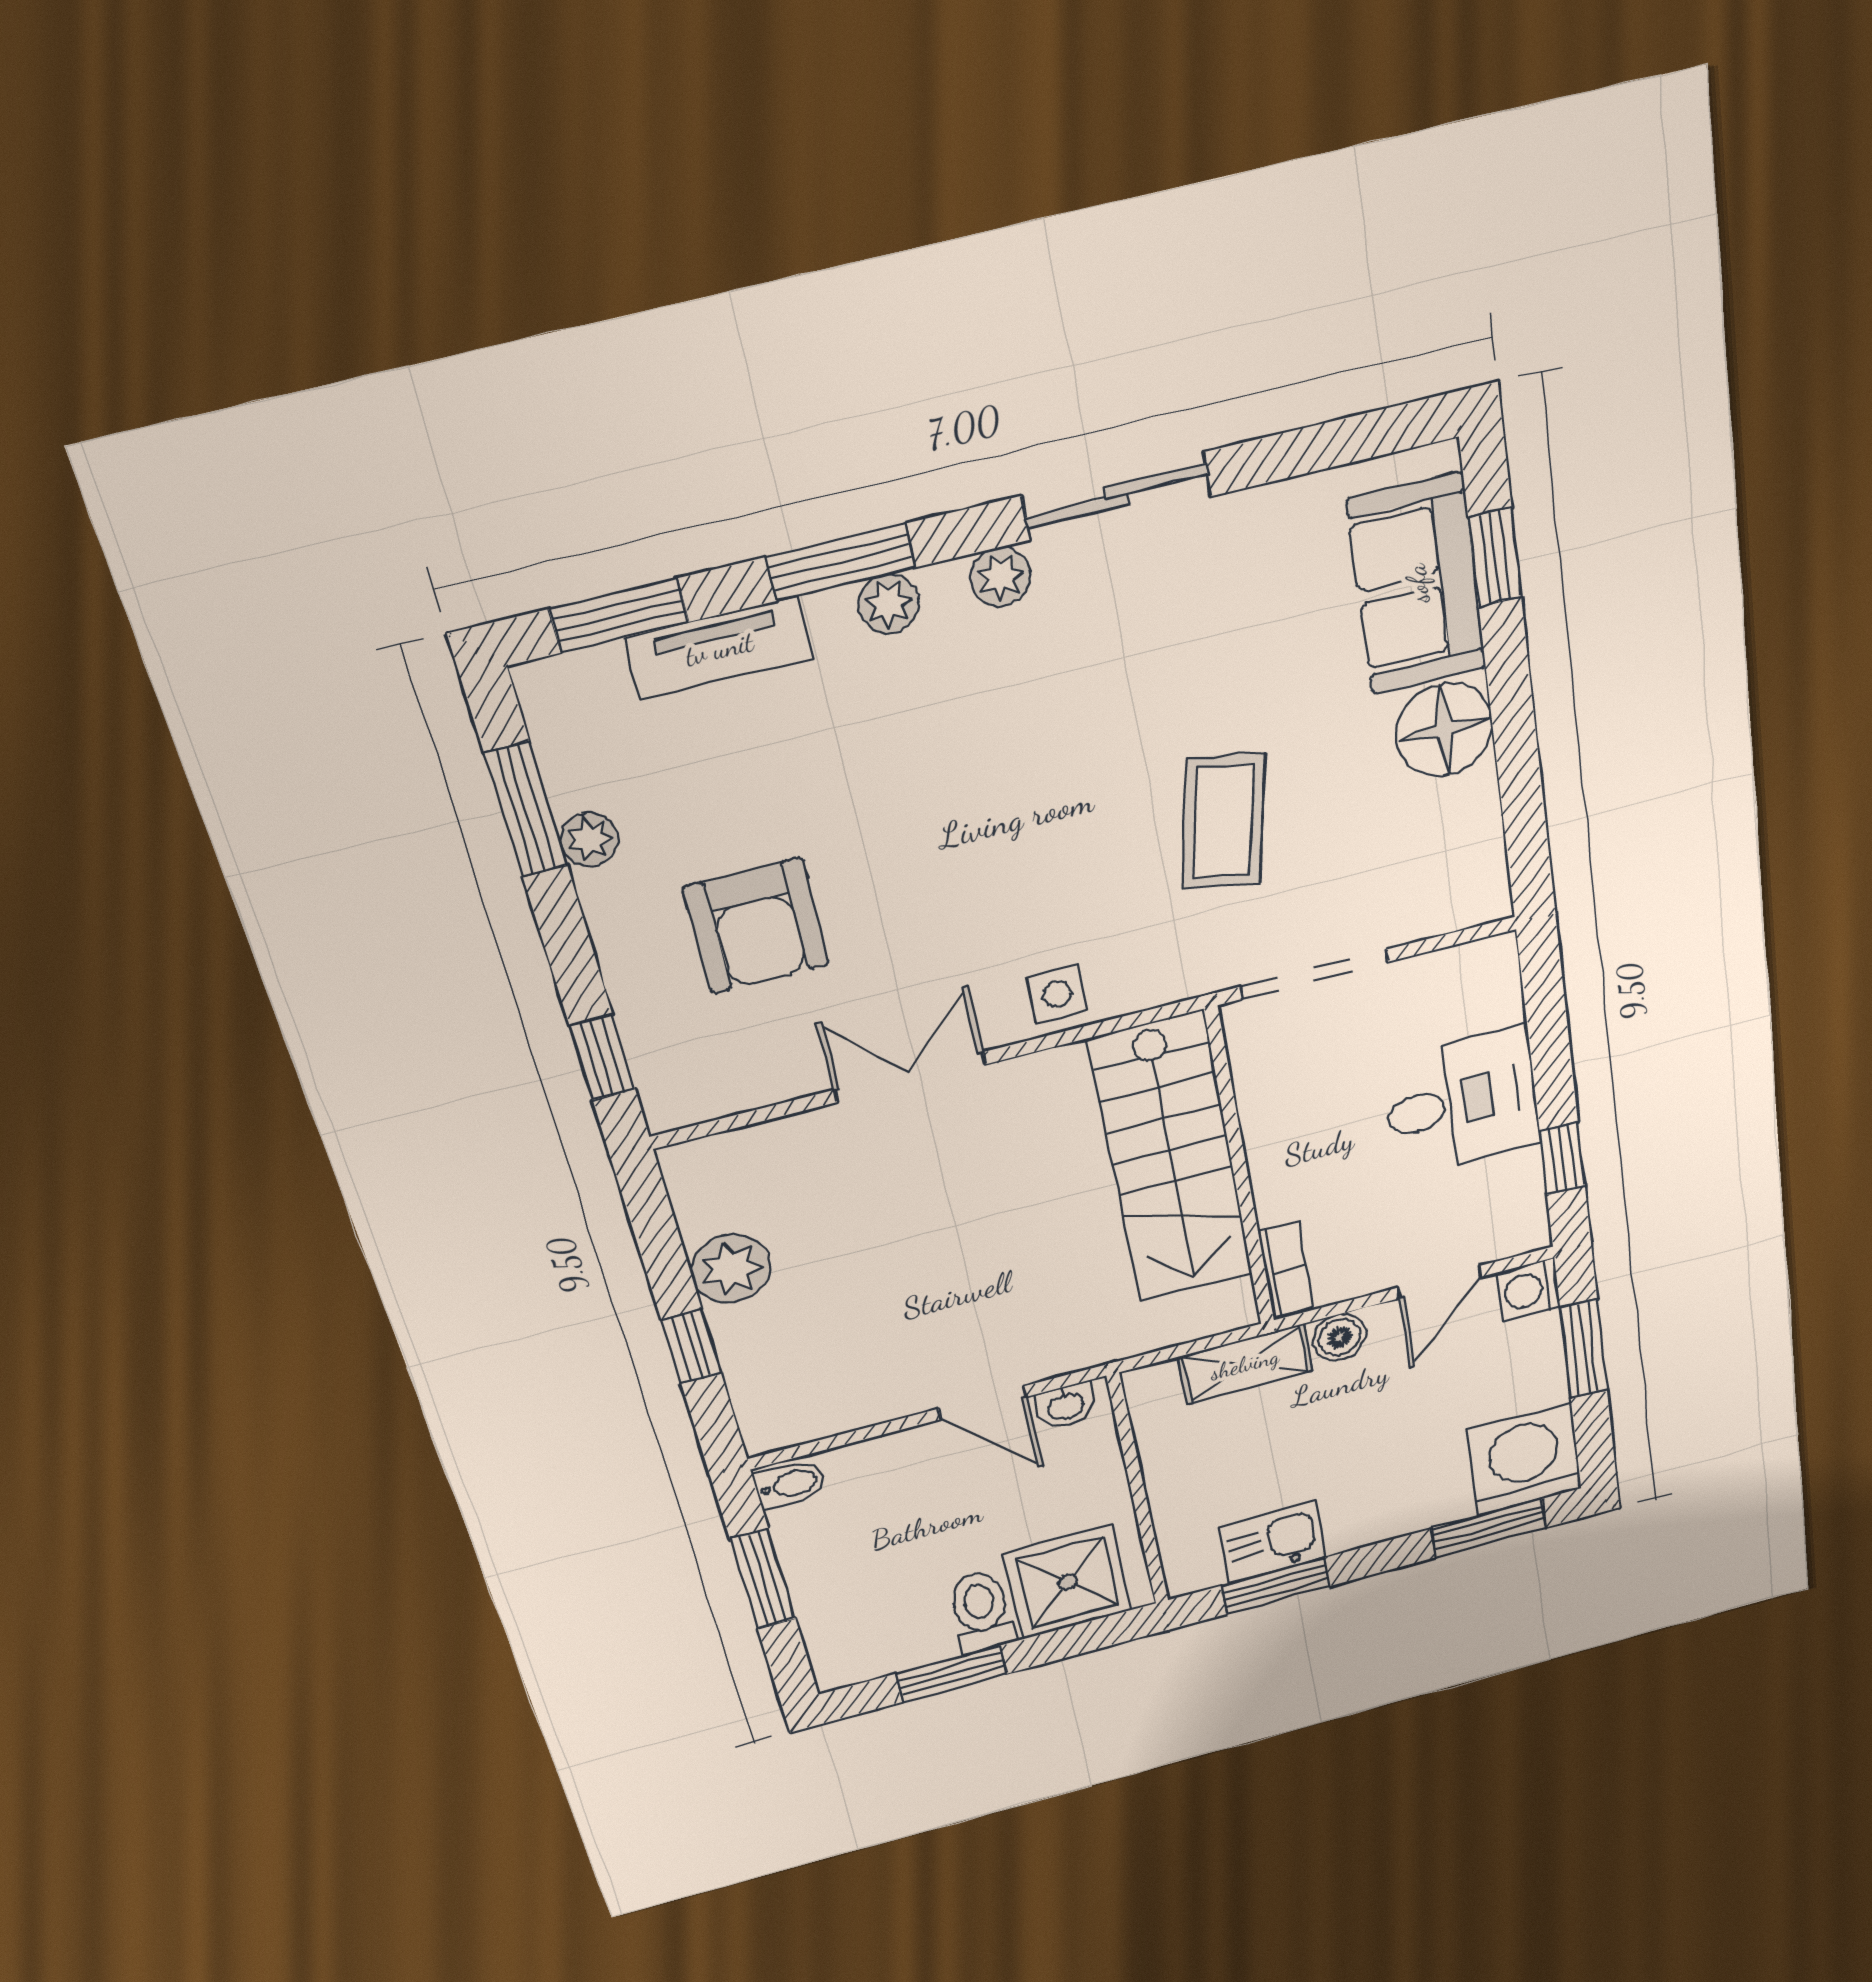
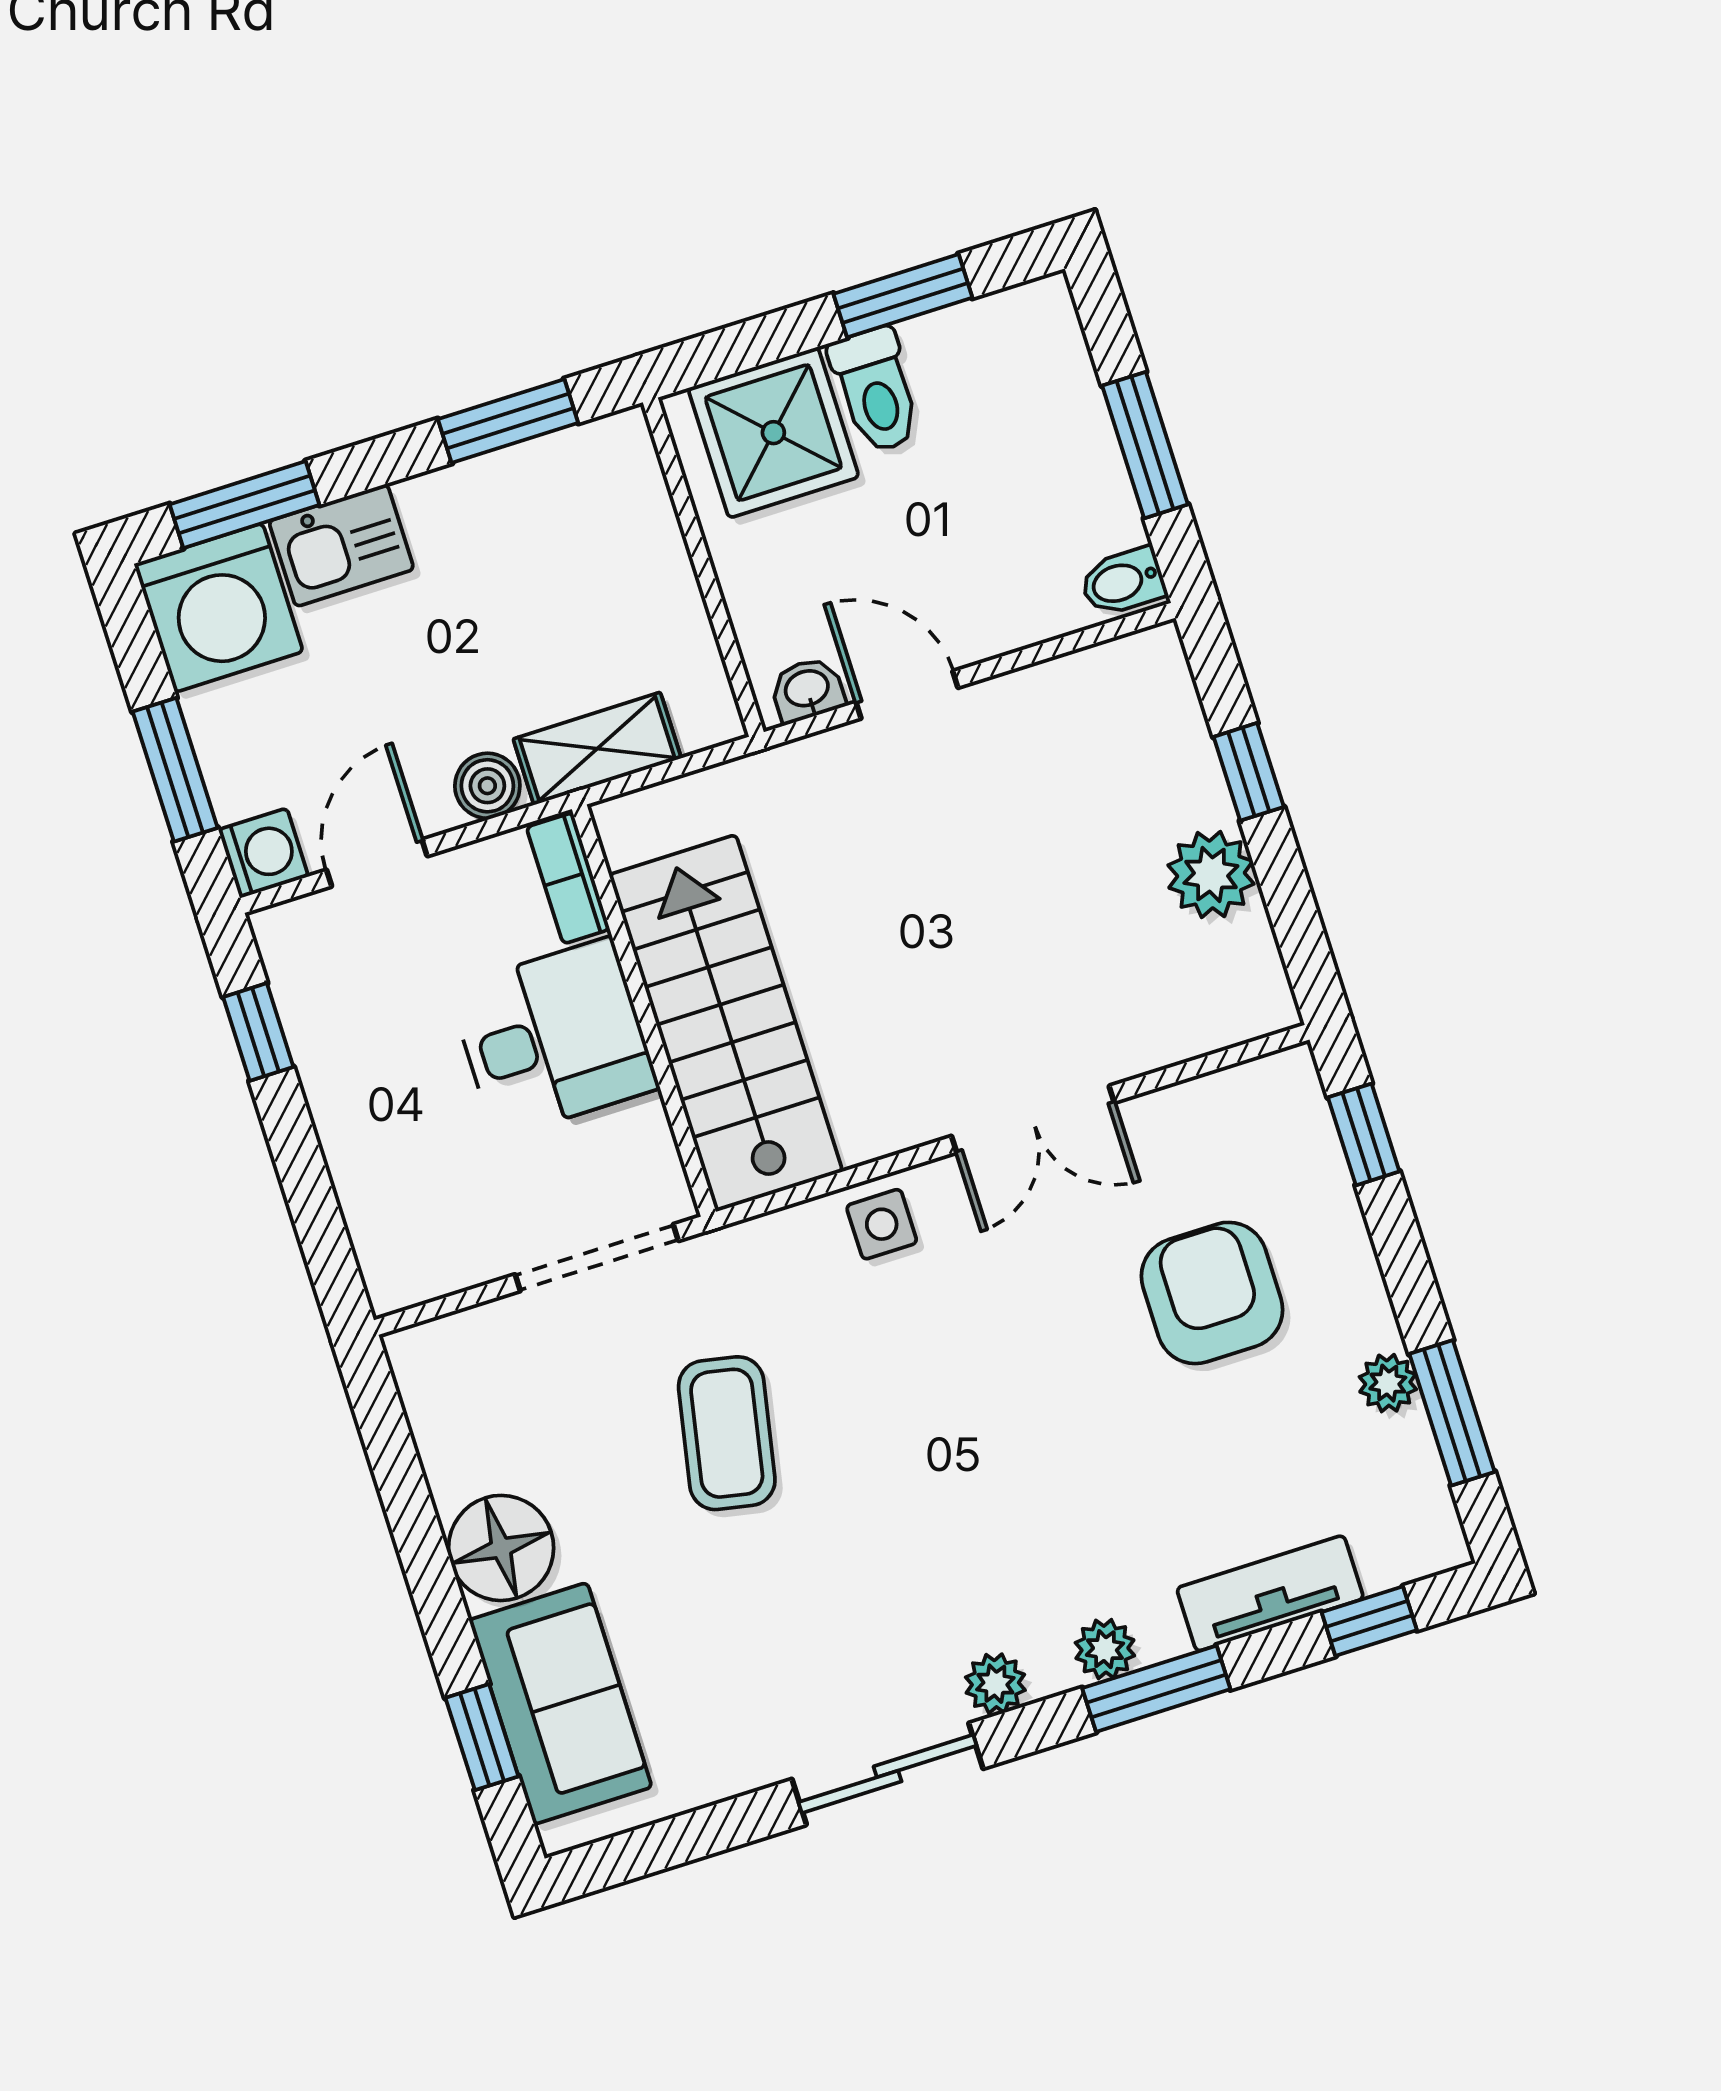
window: (619, 616) -> (1369, 1621), width x0.67
desk: (1462, 1102) -> (554, 1038), moved, turned 180
kitchen sink: (1272, 1542) -> (341, 545), moved

